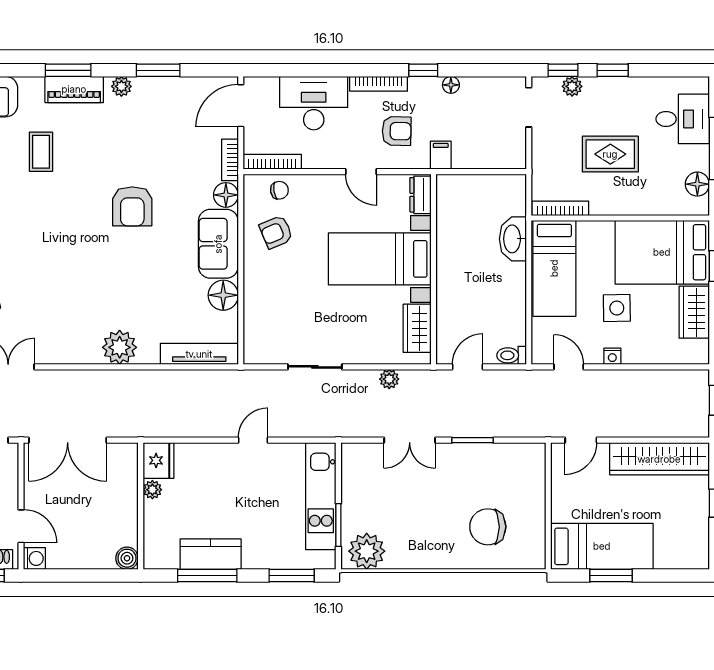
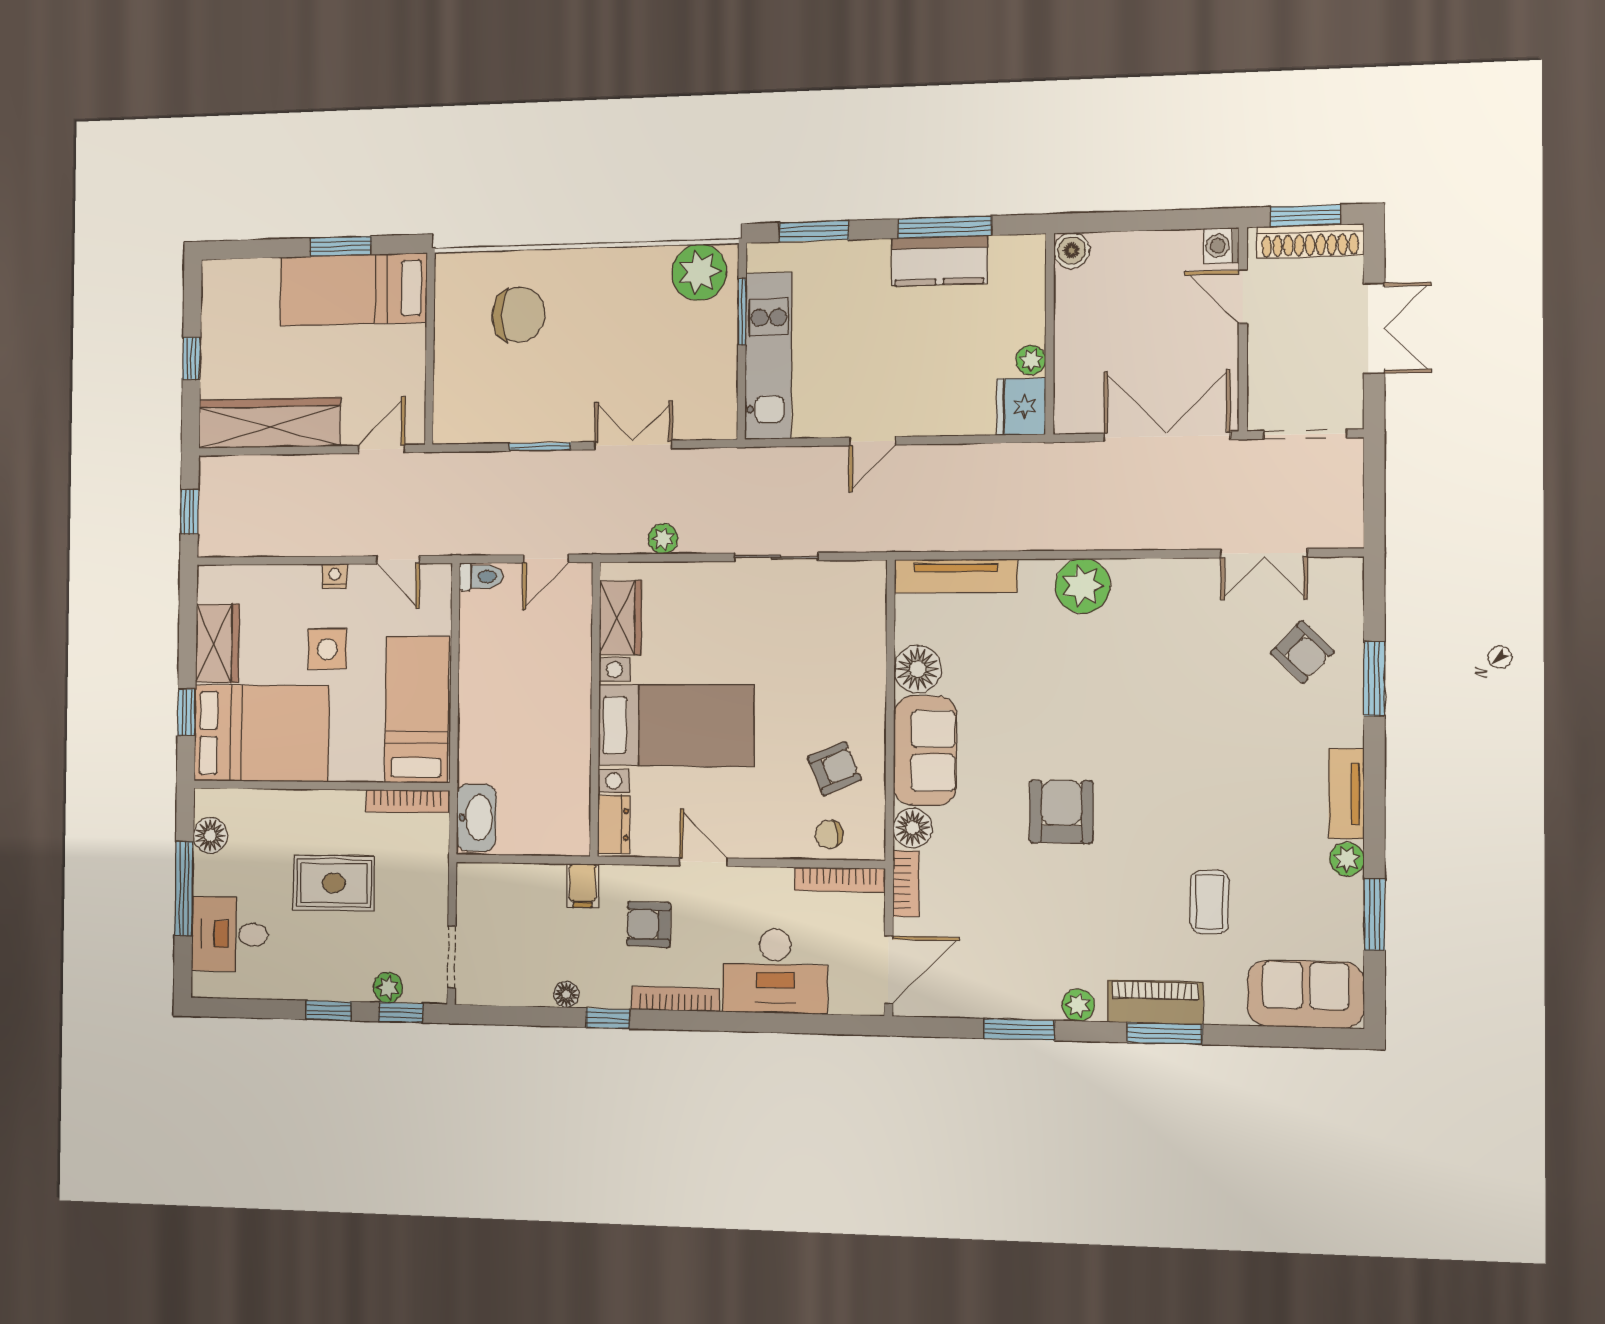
washbasin: (513, 239) -> (476, 818), moved

